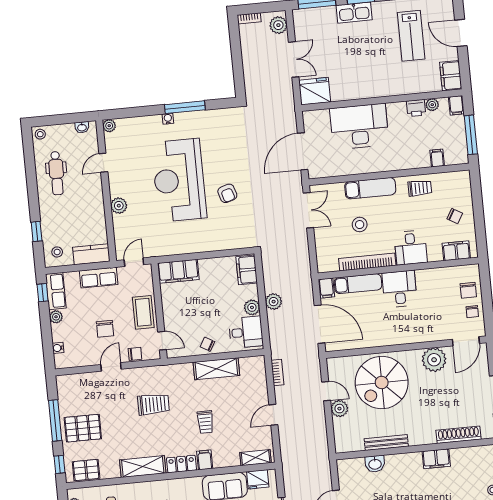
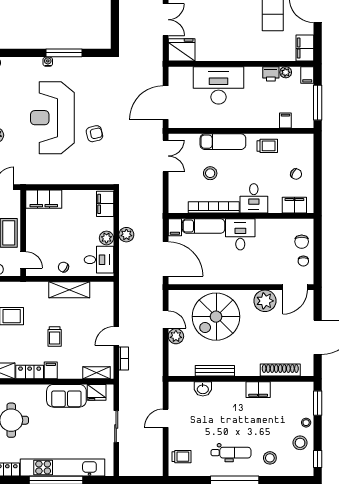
armchair: (227, 193) -> (94, 134), turned -86
bookcase: (277, 372) -> (124, 358), moved

